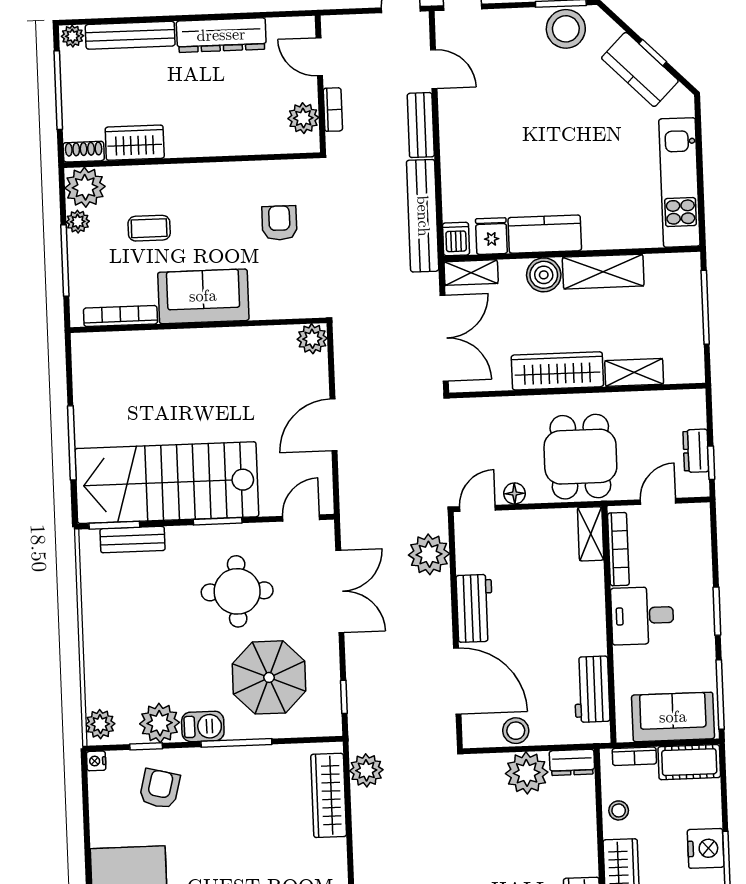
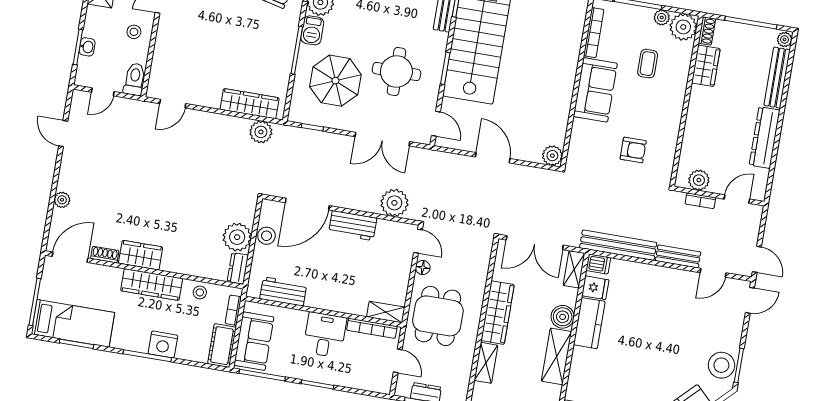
dining table: (580, 457) -> (438, 316), turned 90

